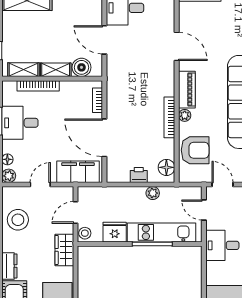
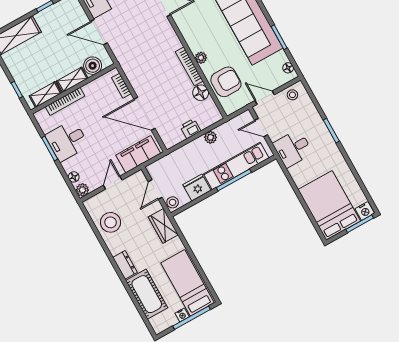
piano: (187, 90) -> (191, 35), removed
floor lamp: (166, 167) -> (201, 93), moved

